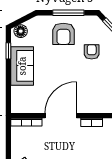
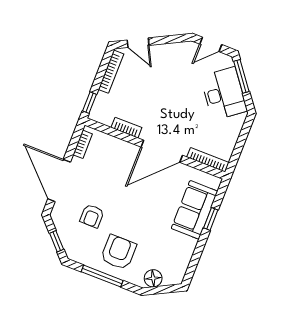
floor lamp: (21, 31) -> (153, 278), moved
window: (8, 51) -> (211, 219), moved
sofa: (22, 66) -> (195, 210), moved

